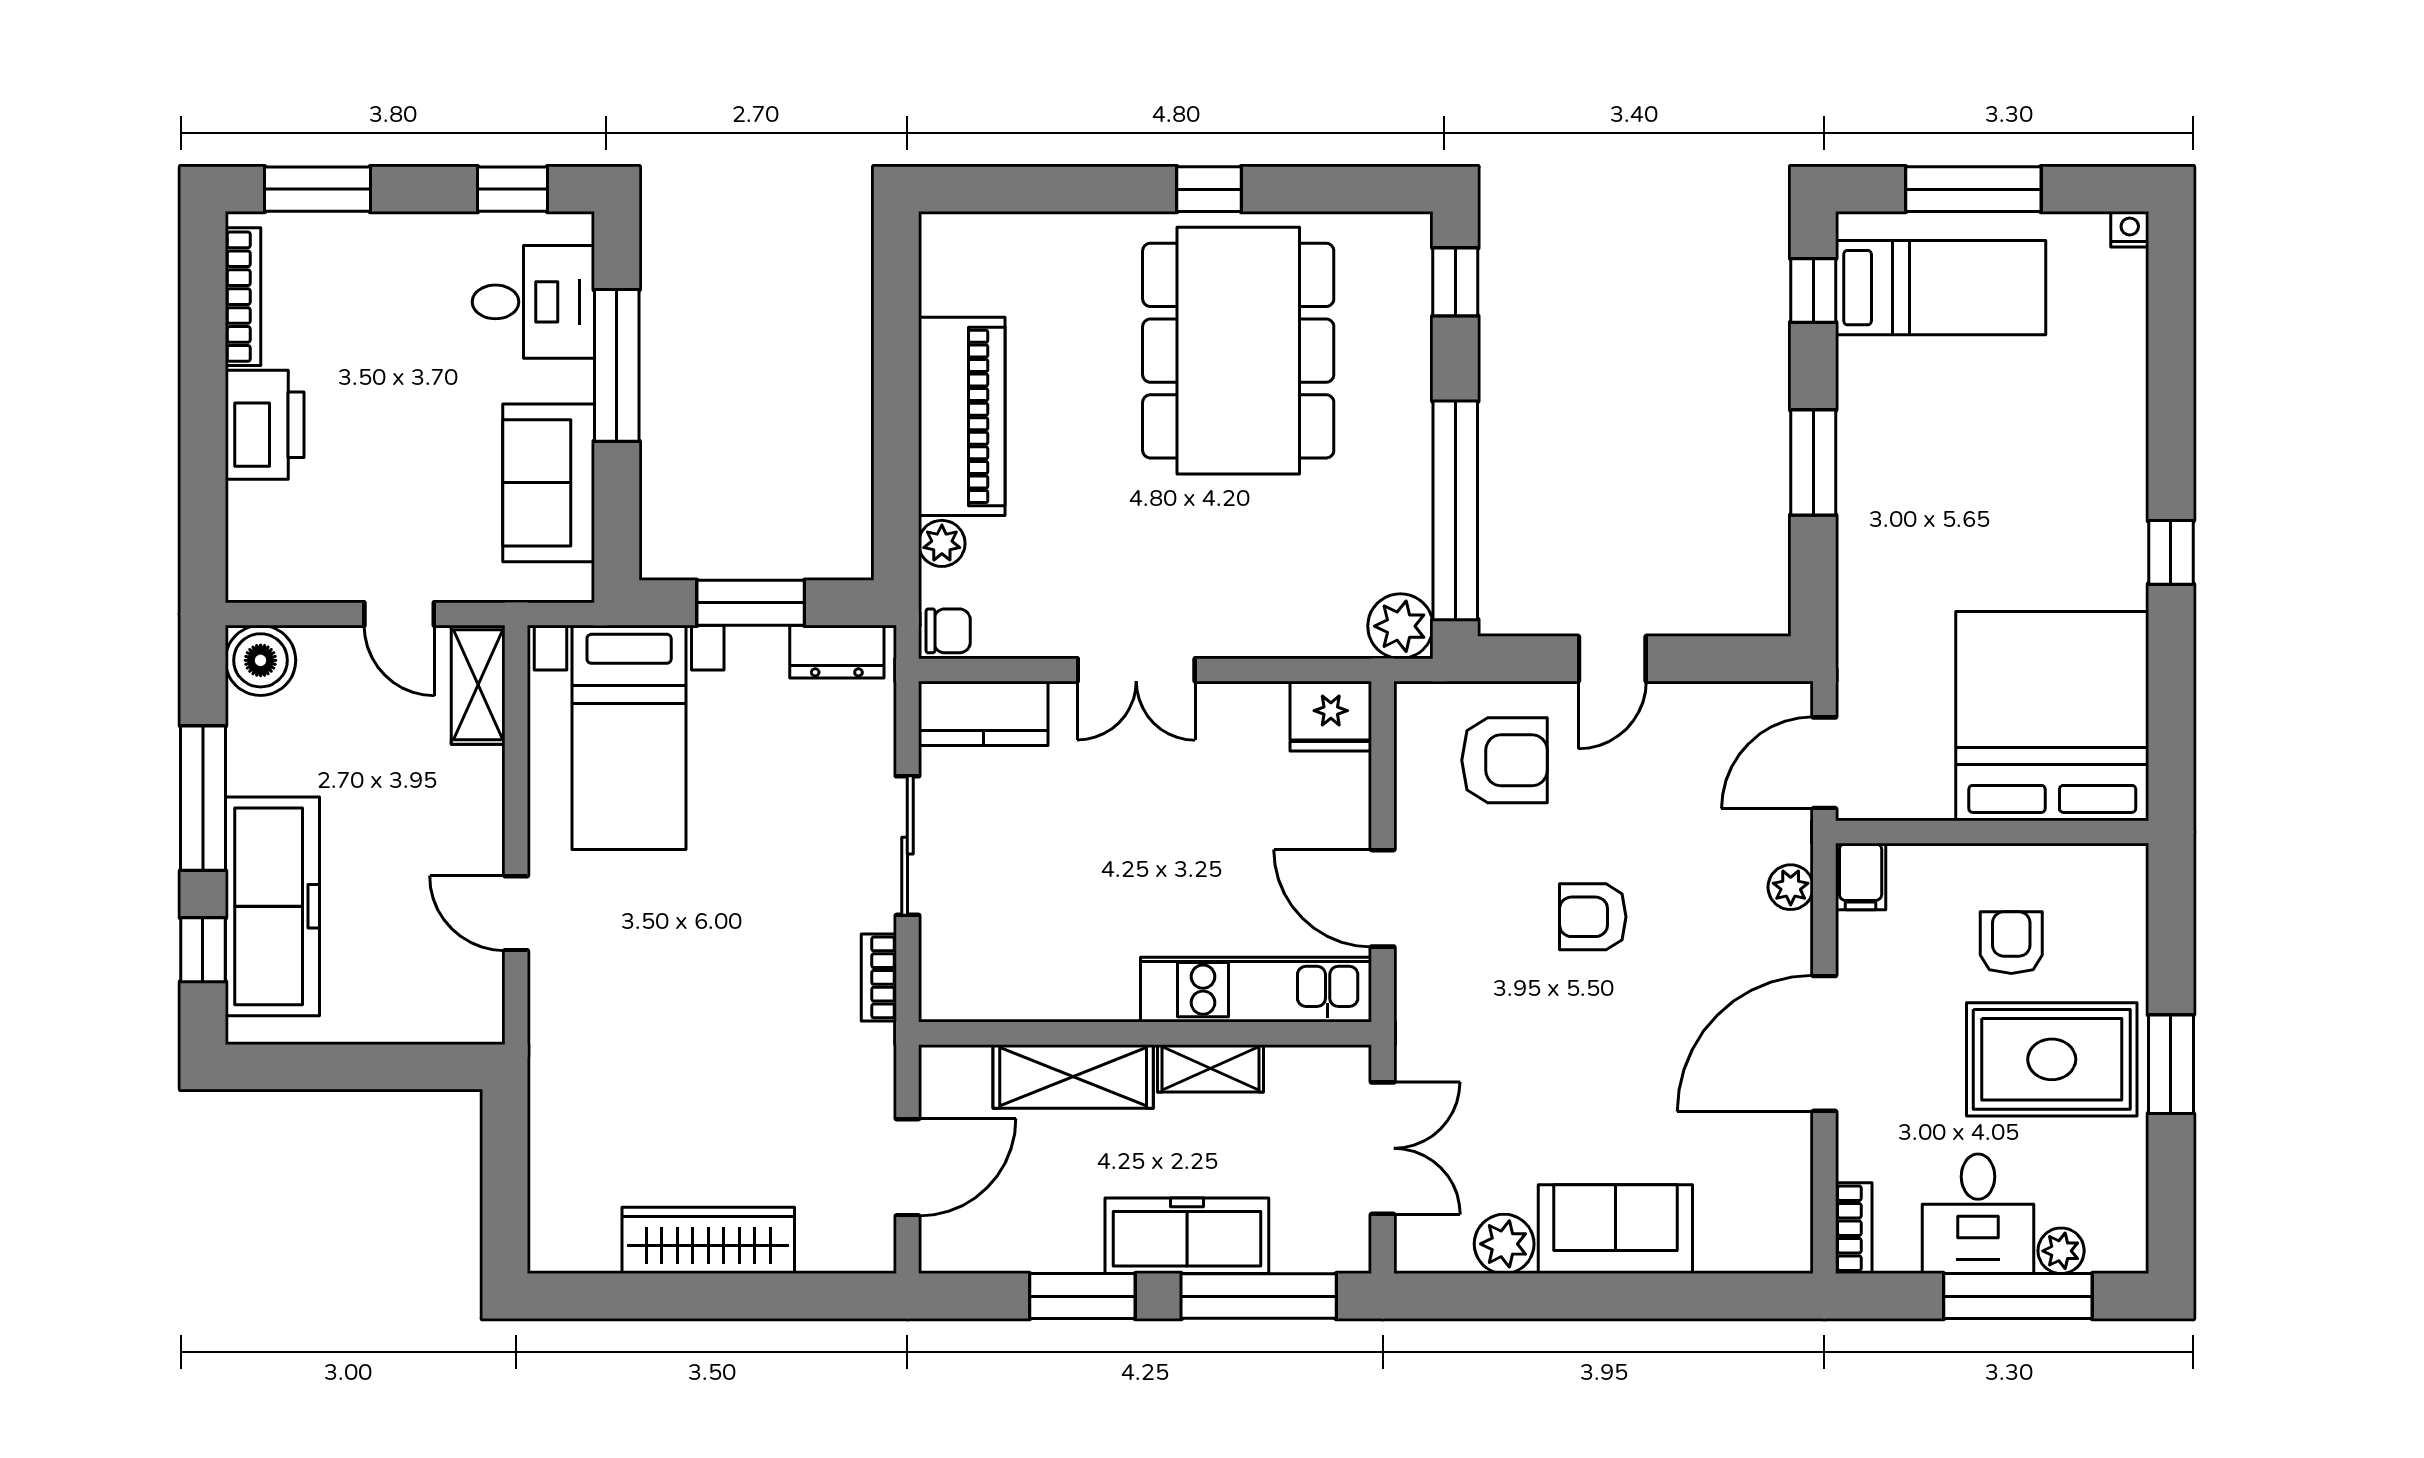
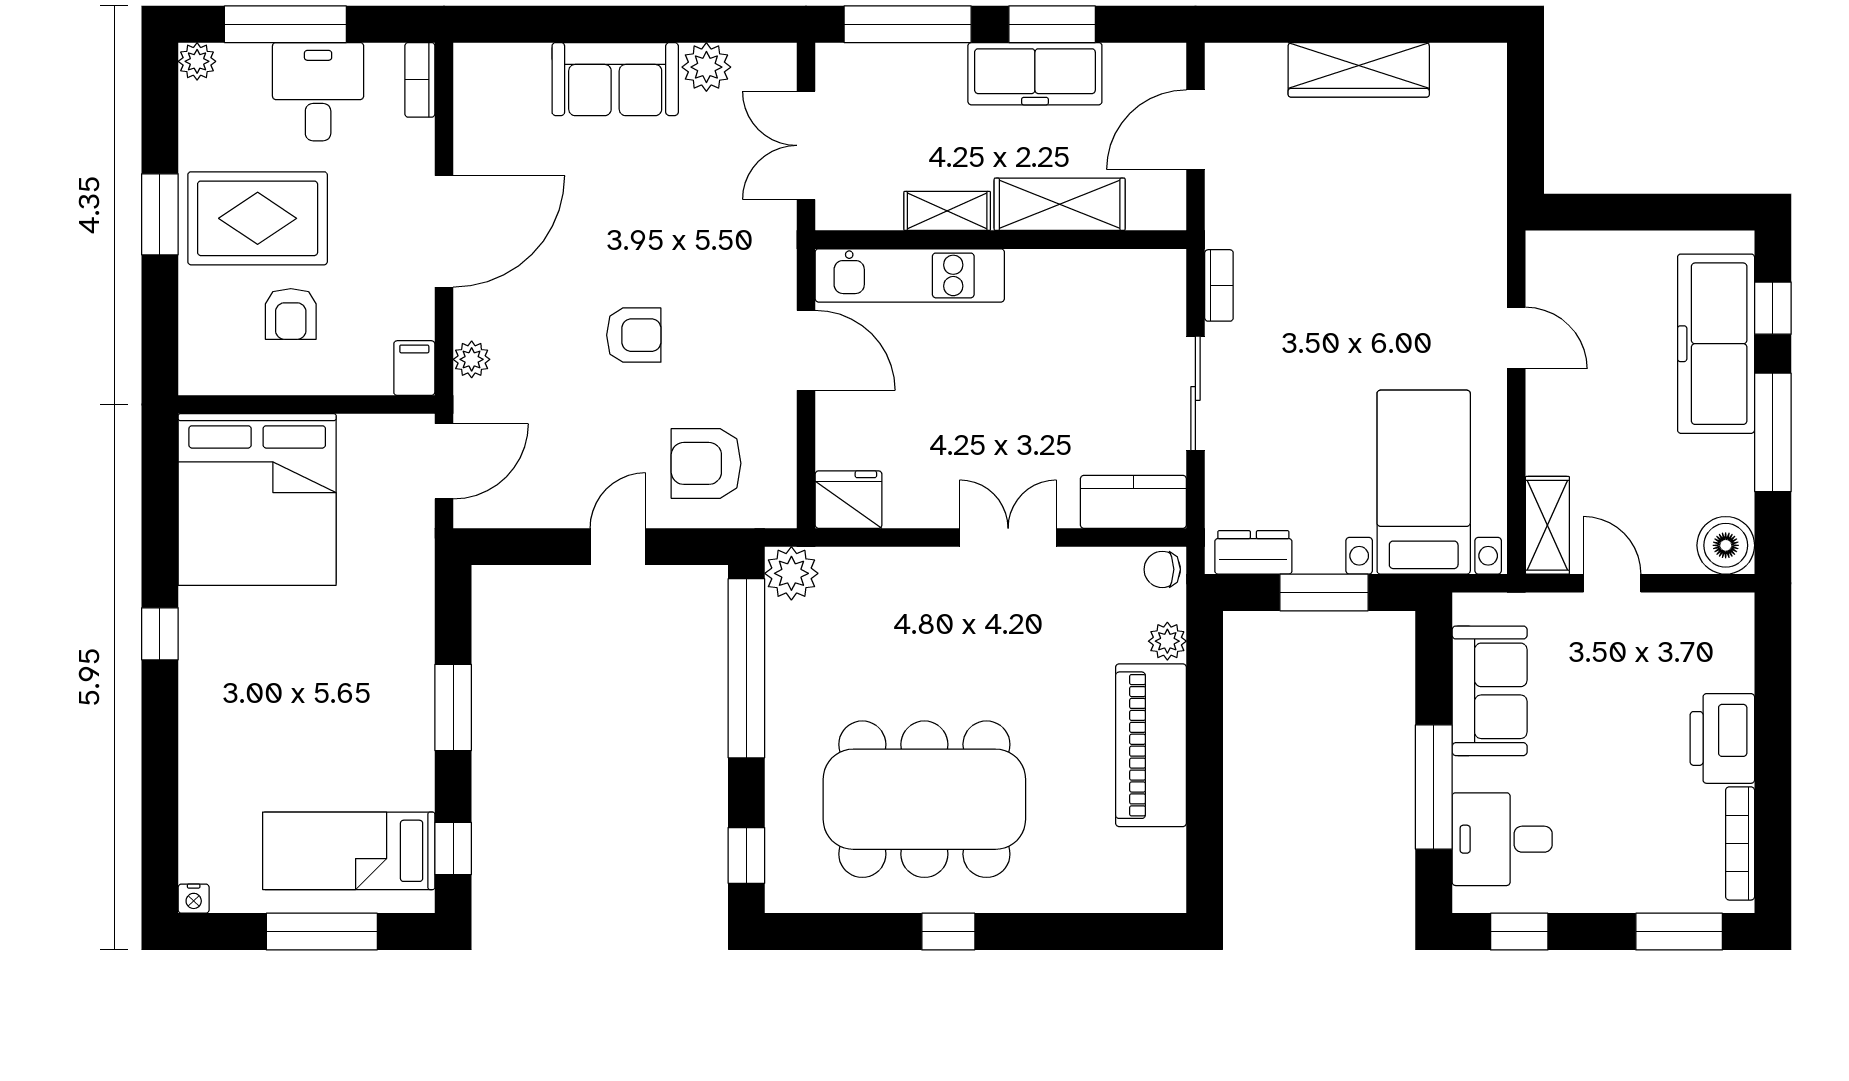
dining table: (1238, 351) -> (924, 799), turned 90
freezer: (1187, 1236) -> (1035, 74), moved
plant: (2061, 1251) -> (197, 61), moved

